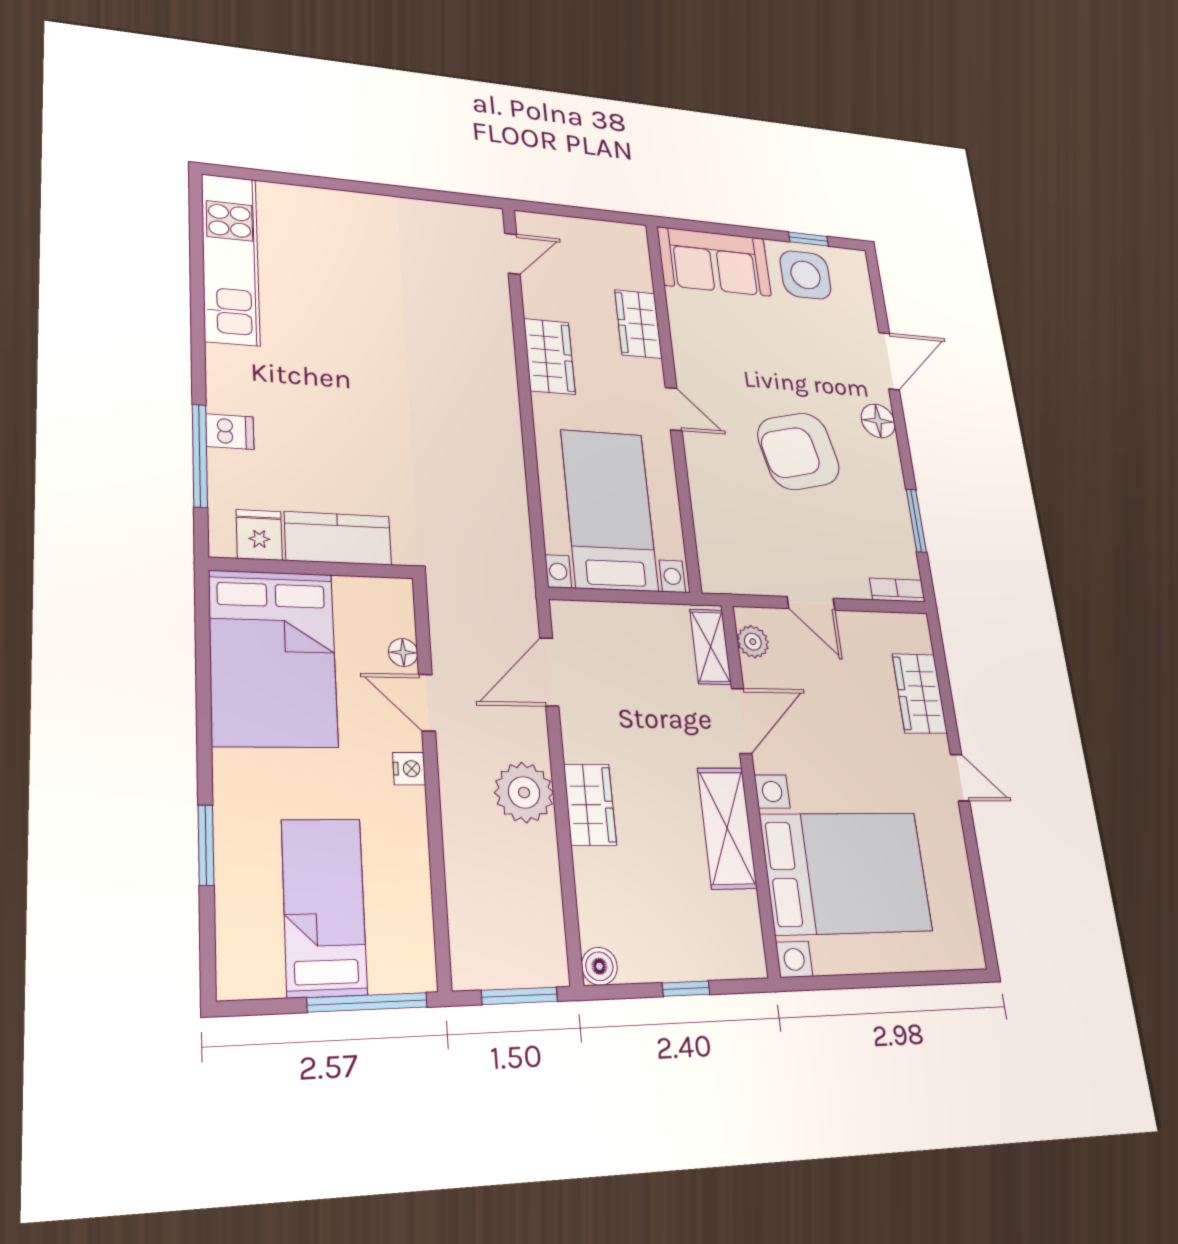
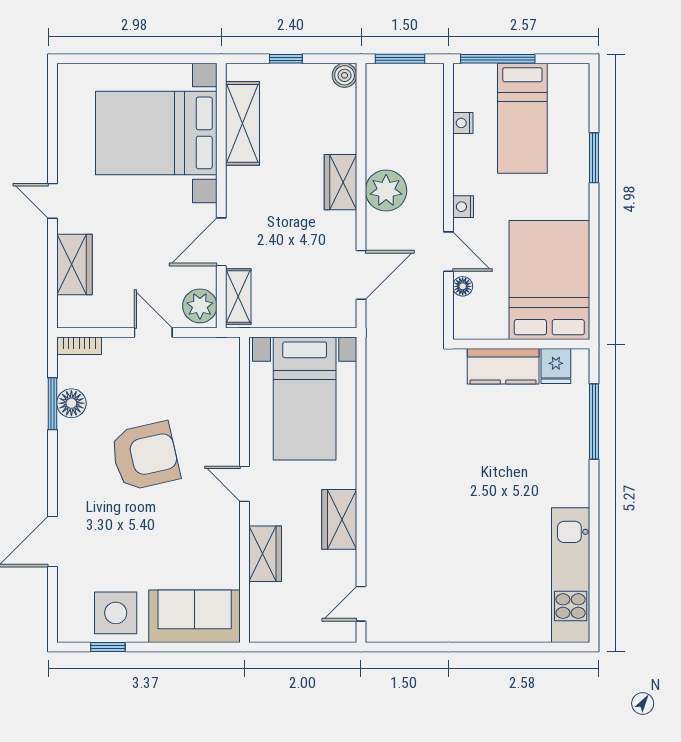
floor lamp: (878, 421) -> (71, 403), moved
dishwasher: (230, 432) -> (574, 441), removed
plant: (753, 642) -> (200, 306), width x1.38, depth x1.38
shelving: (727, 828) -> (242, 123), moved
nightstand: (417, 897) -> (463, 123), added

